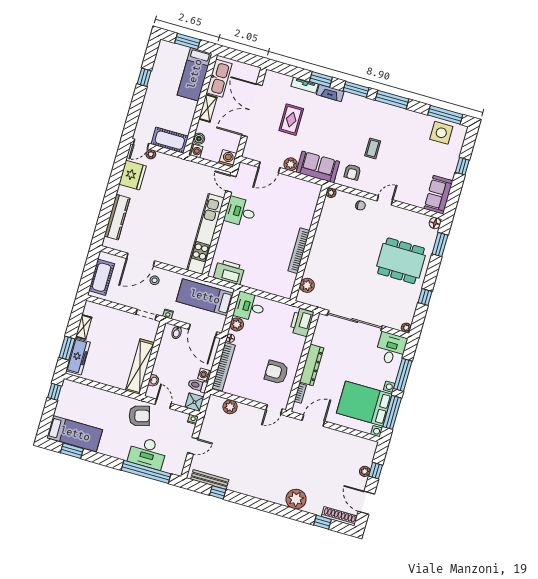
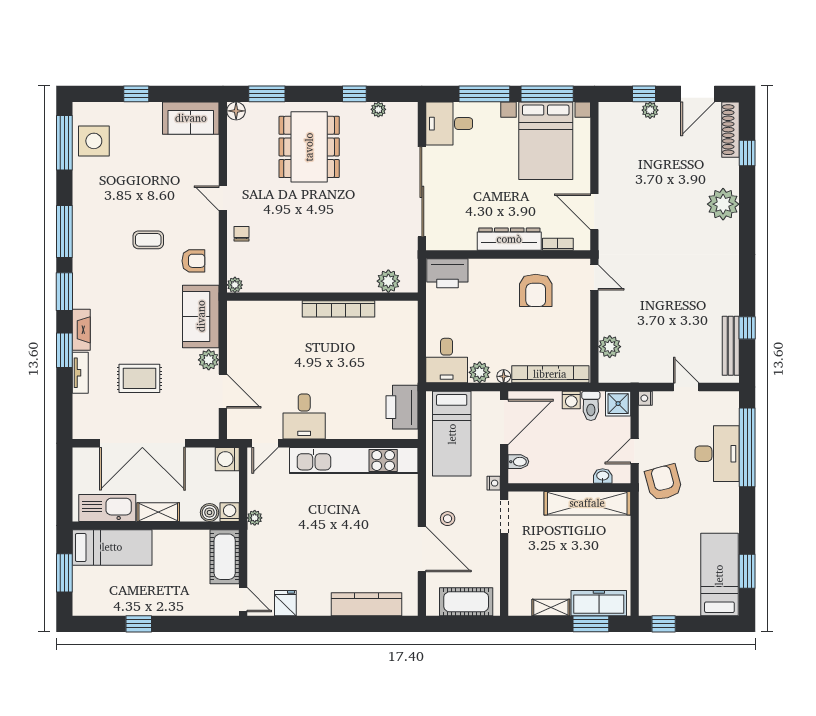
plant: (151, 154) -> (255, 518), moved
fridge: (133, 175) -> (285, 603), width x0.53, depth x0.75
plant: (406, 328) -> (378, 109), moved

